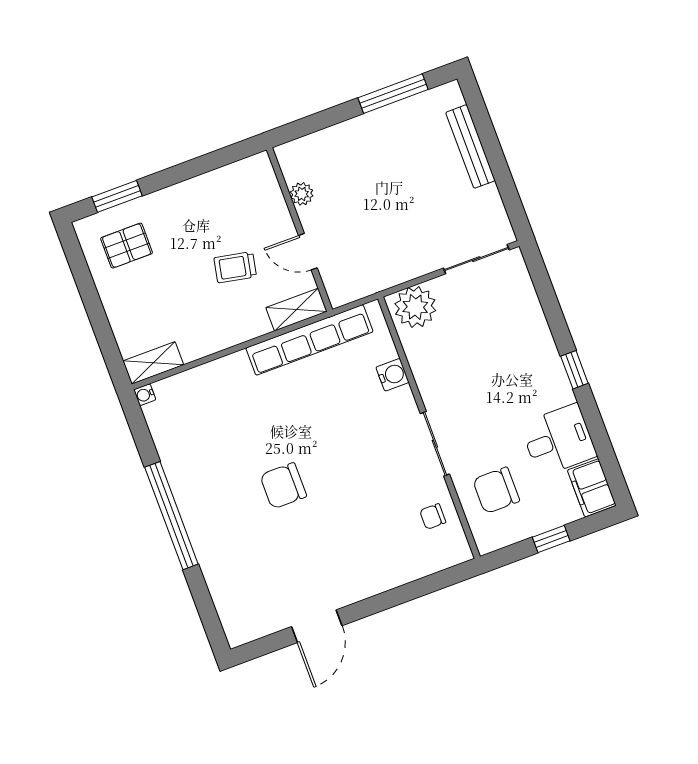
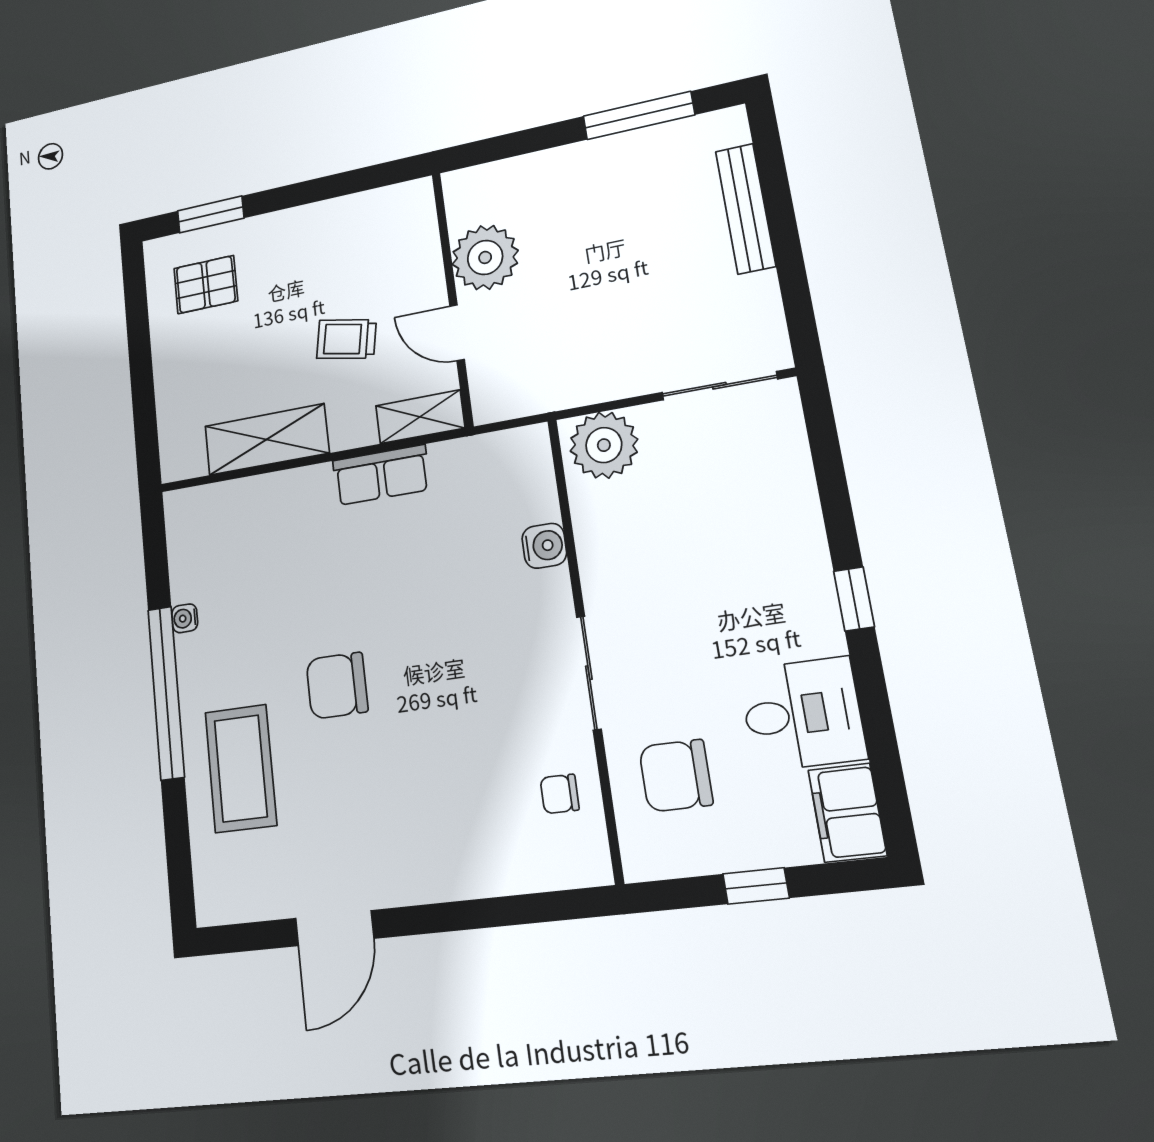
plant: (302, 194) -> (485, 257), width x1.88, depth x1.88
row of seats: (309, 340) -> (381, 475), width x0.50
shelving: (153, 363) -> (267, 439), moved, width x1.50, depth x1.33
water cooler: (145, 395) -> (185, 618), moved
coffee table: (234, 549) -> (241, 768), added

